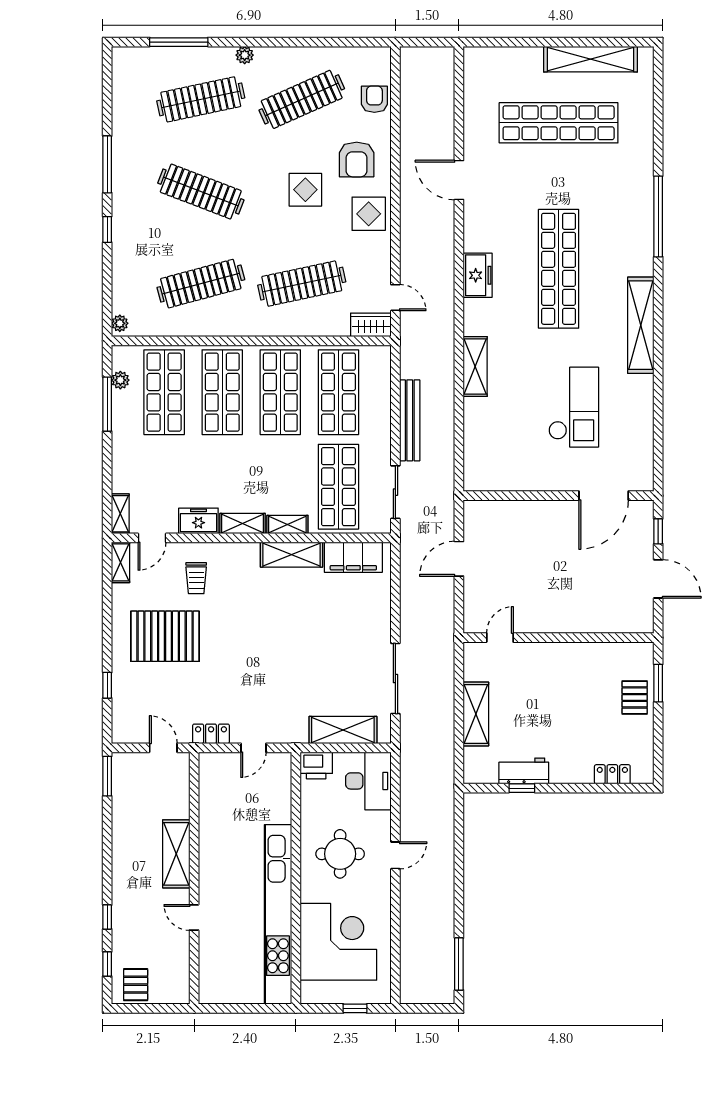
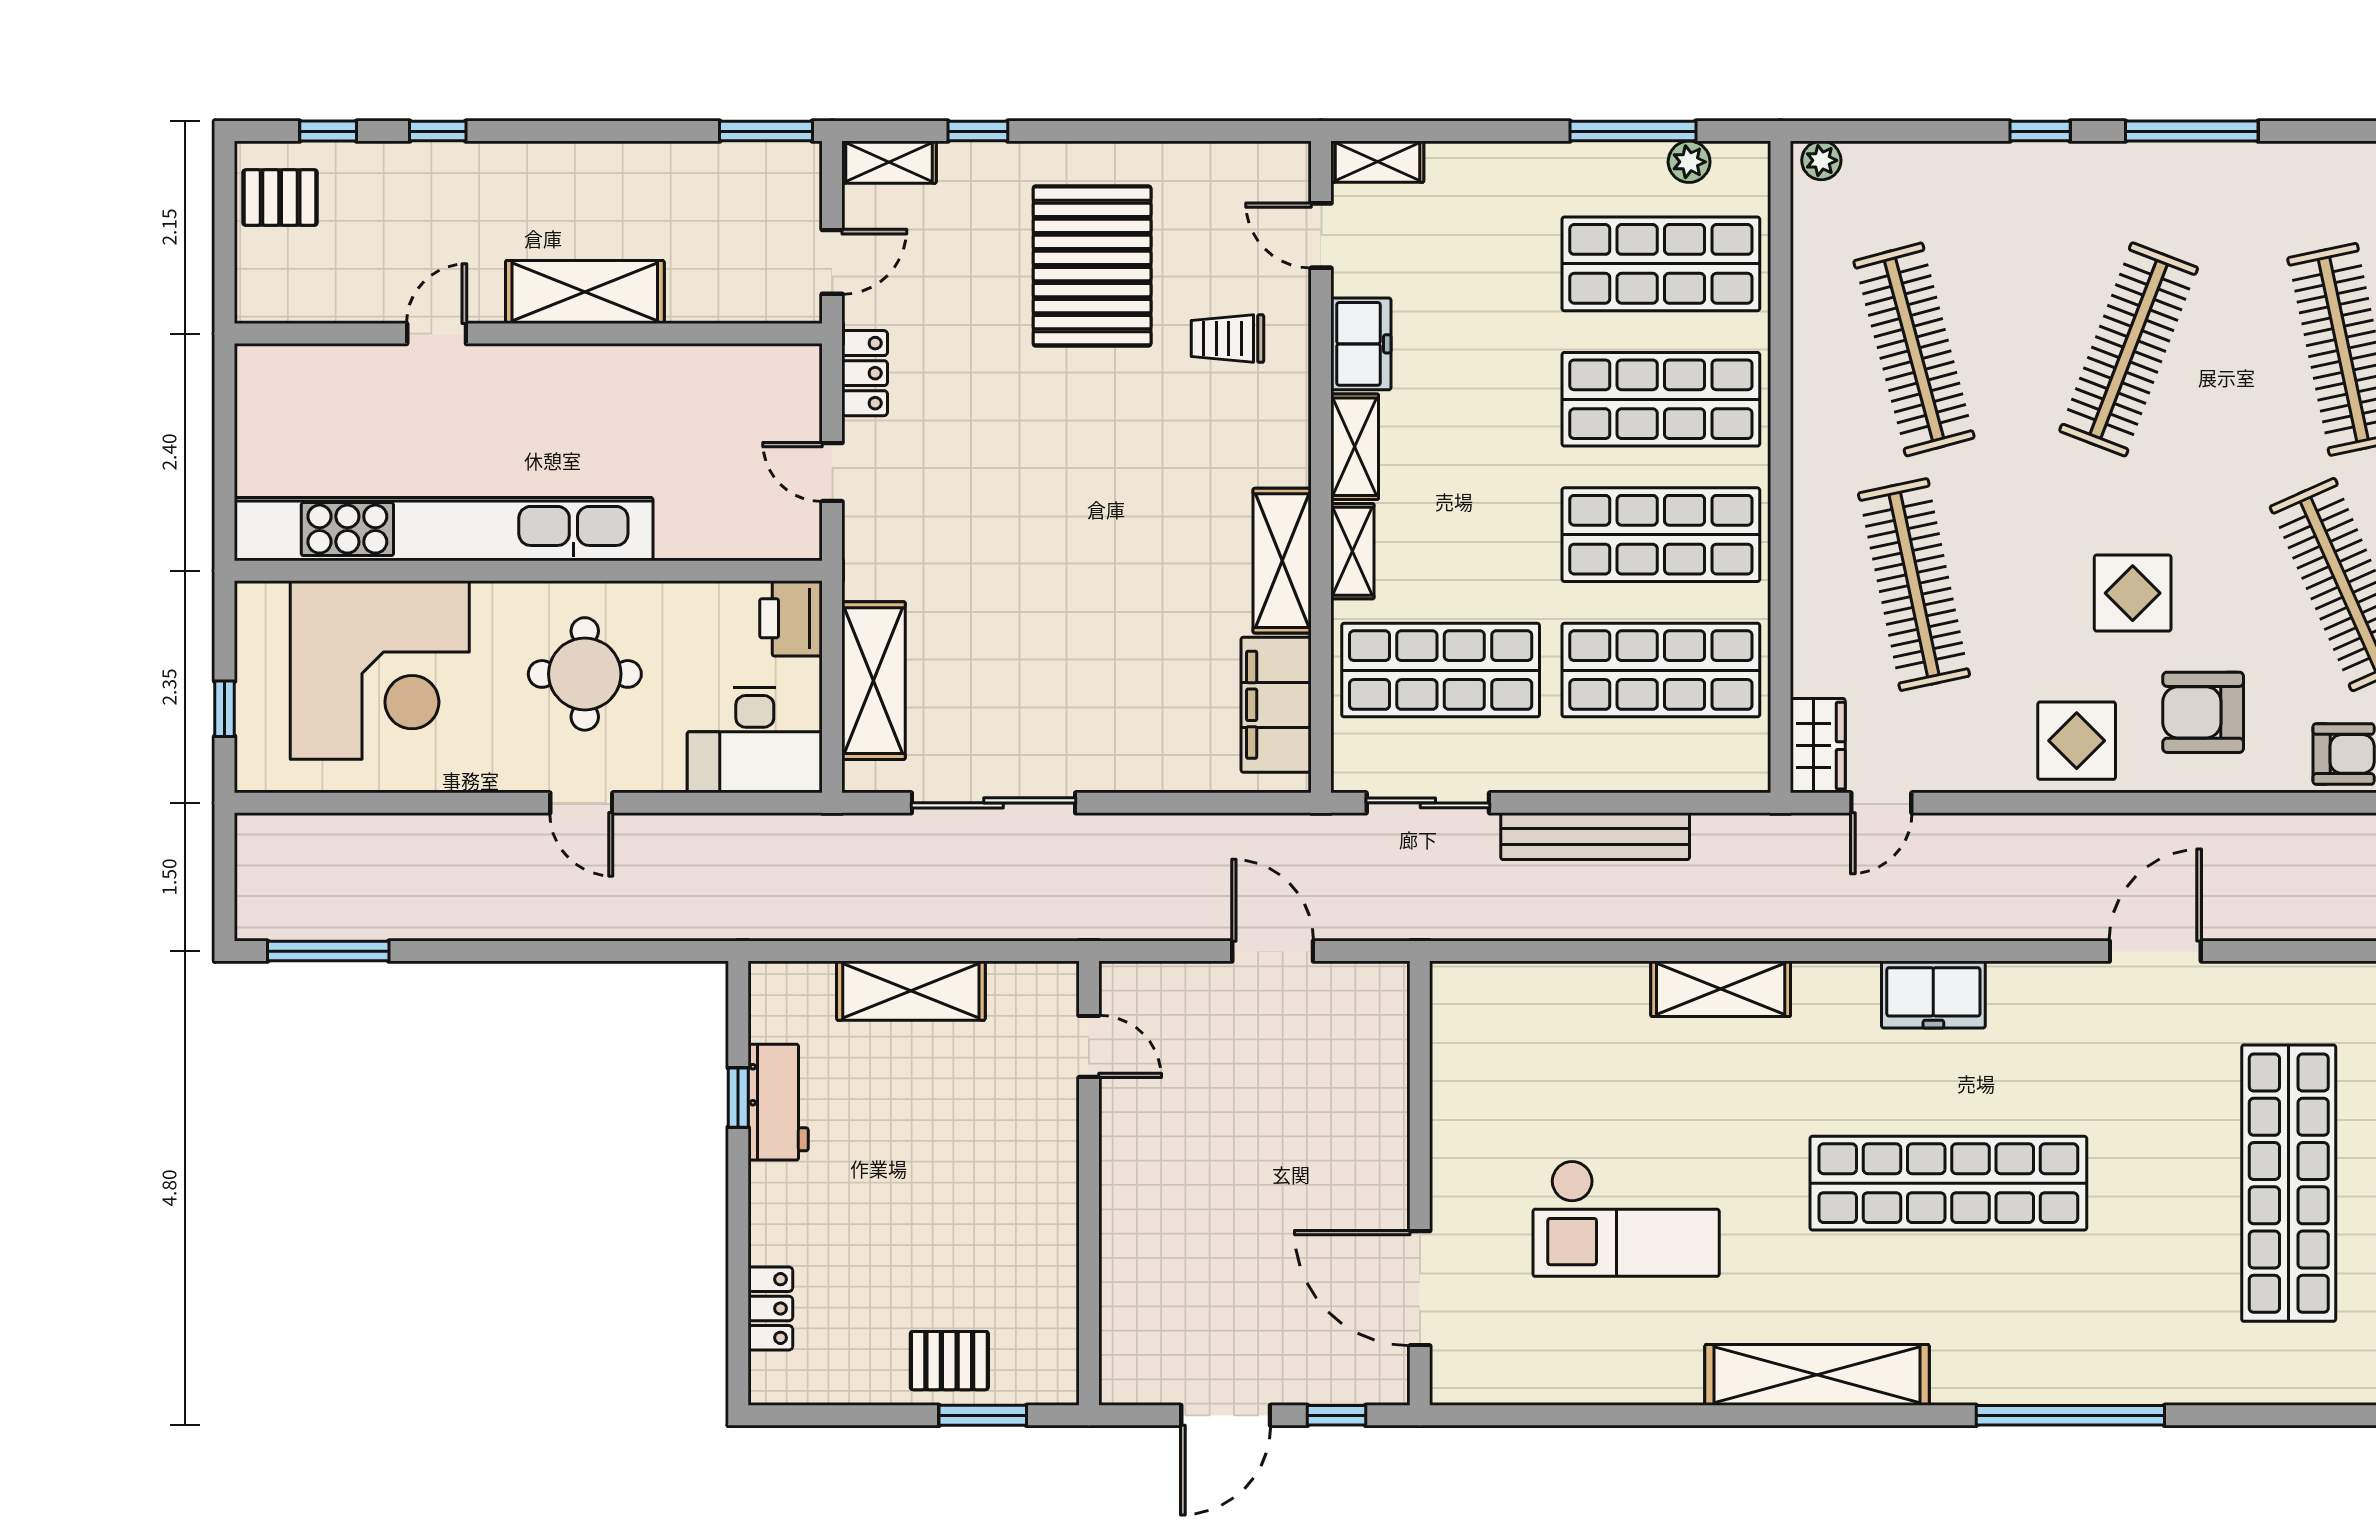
shelving: (120, 562) -> (889, 162), moved

